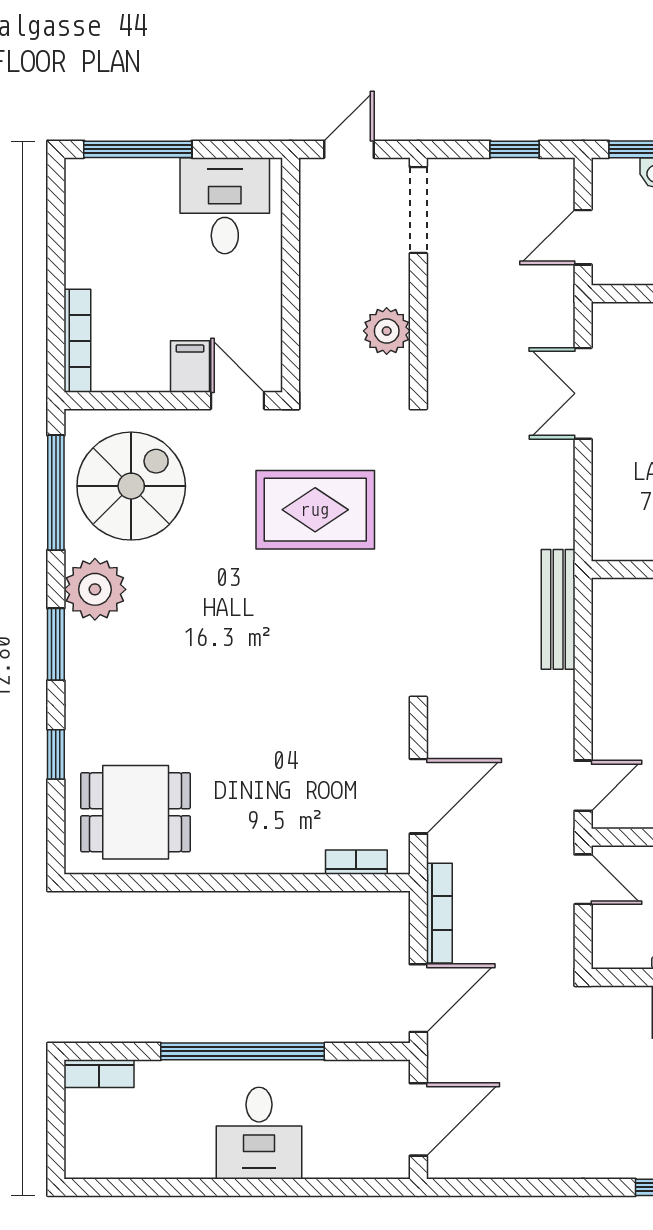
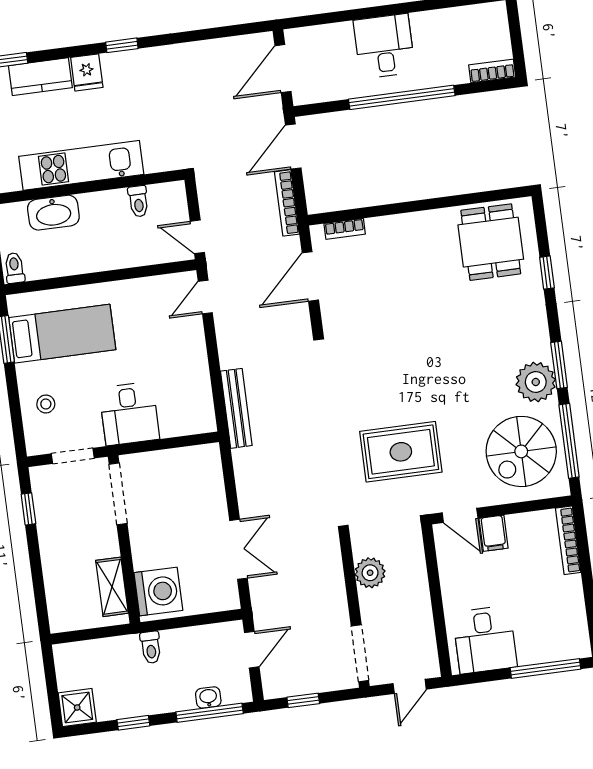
window: (56, 644) -> (559, 365), moved
dining table: (136, 812) -> (491, 242), turned 90

